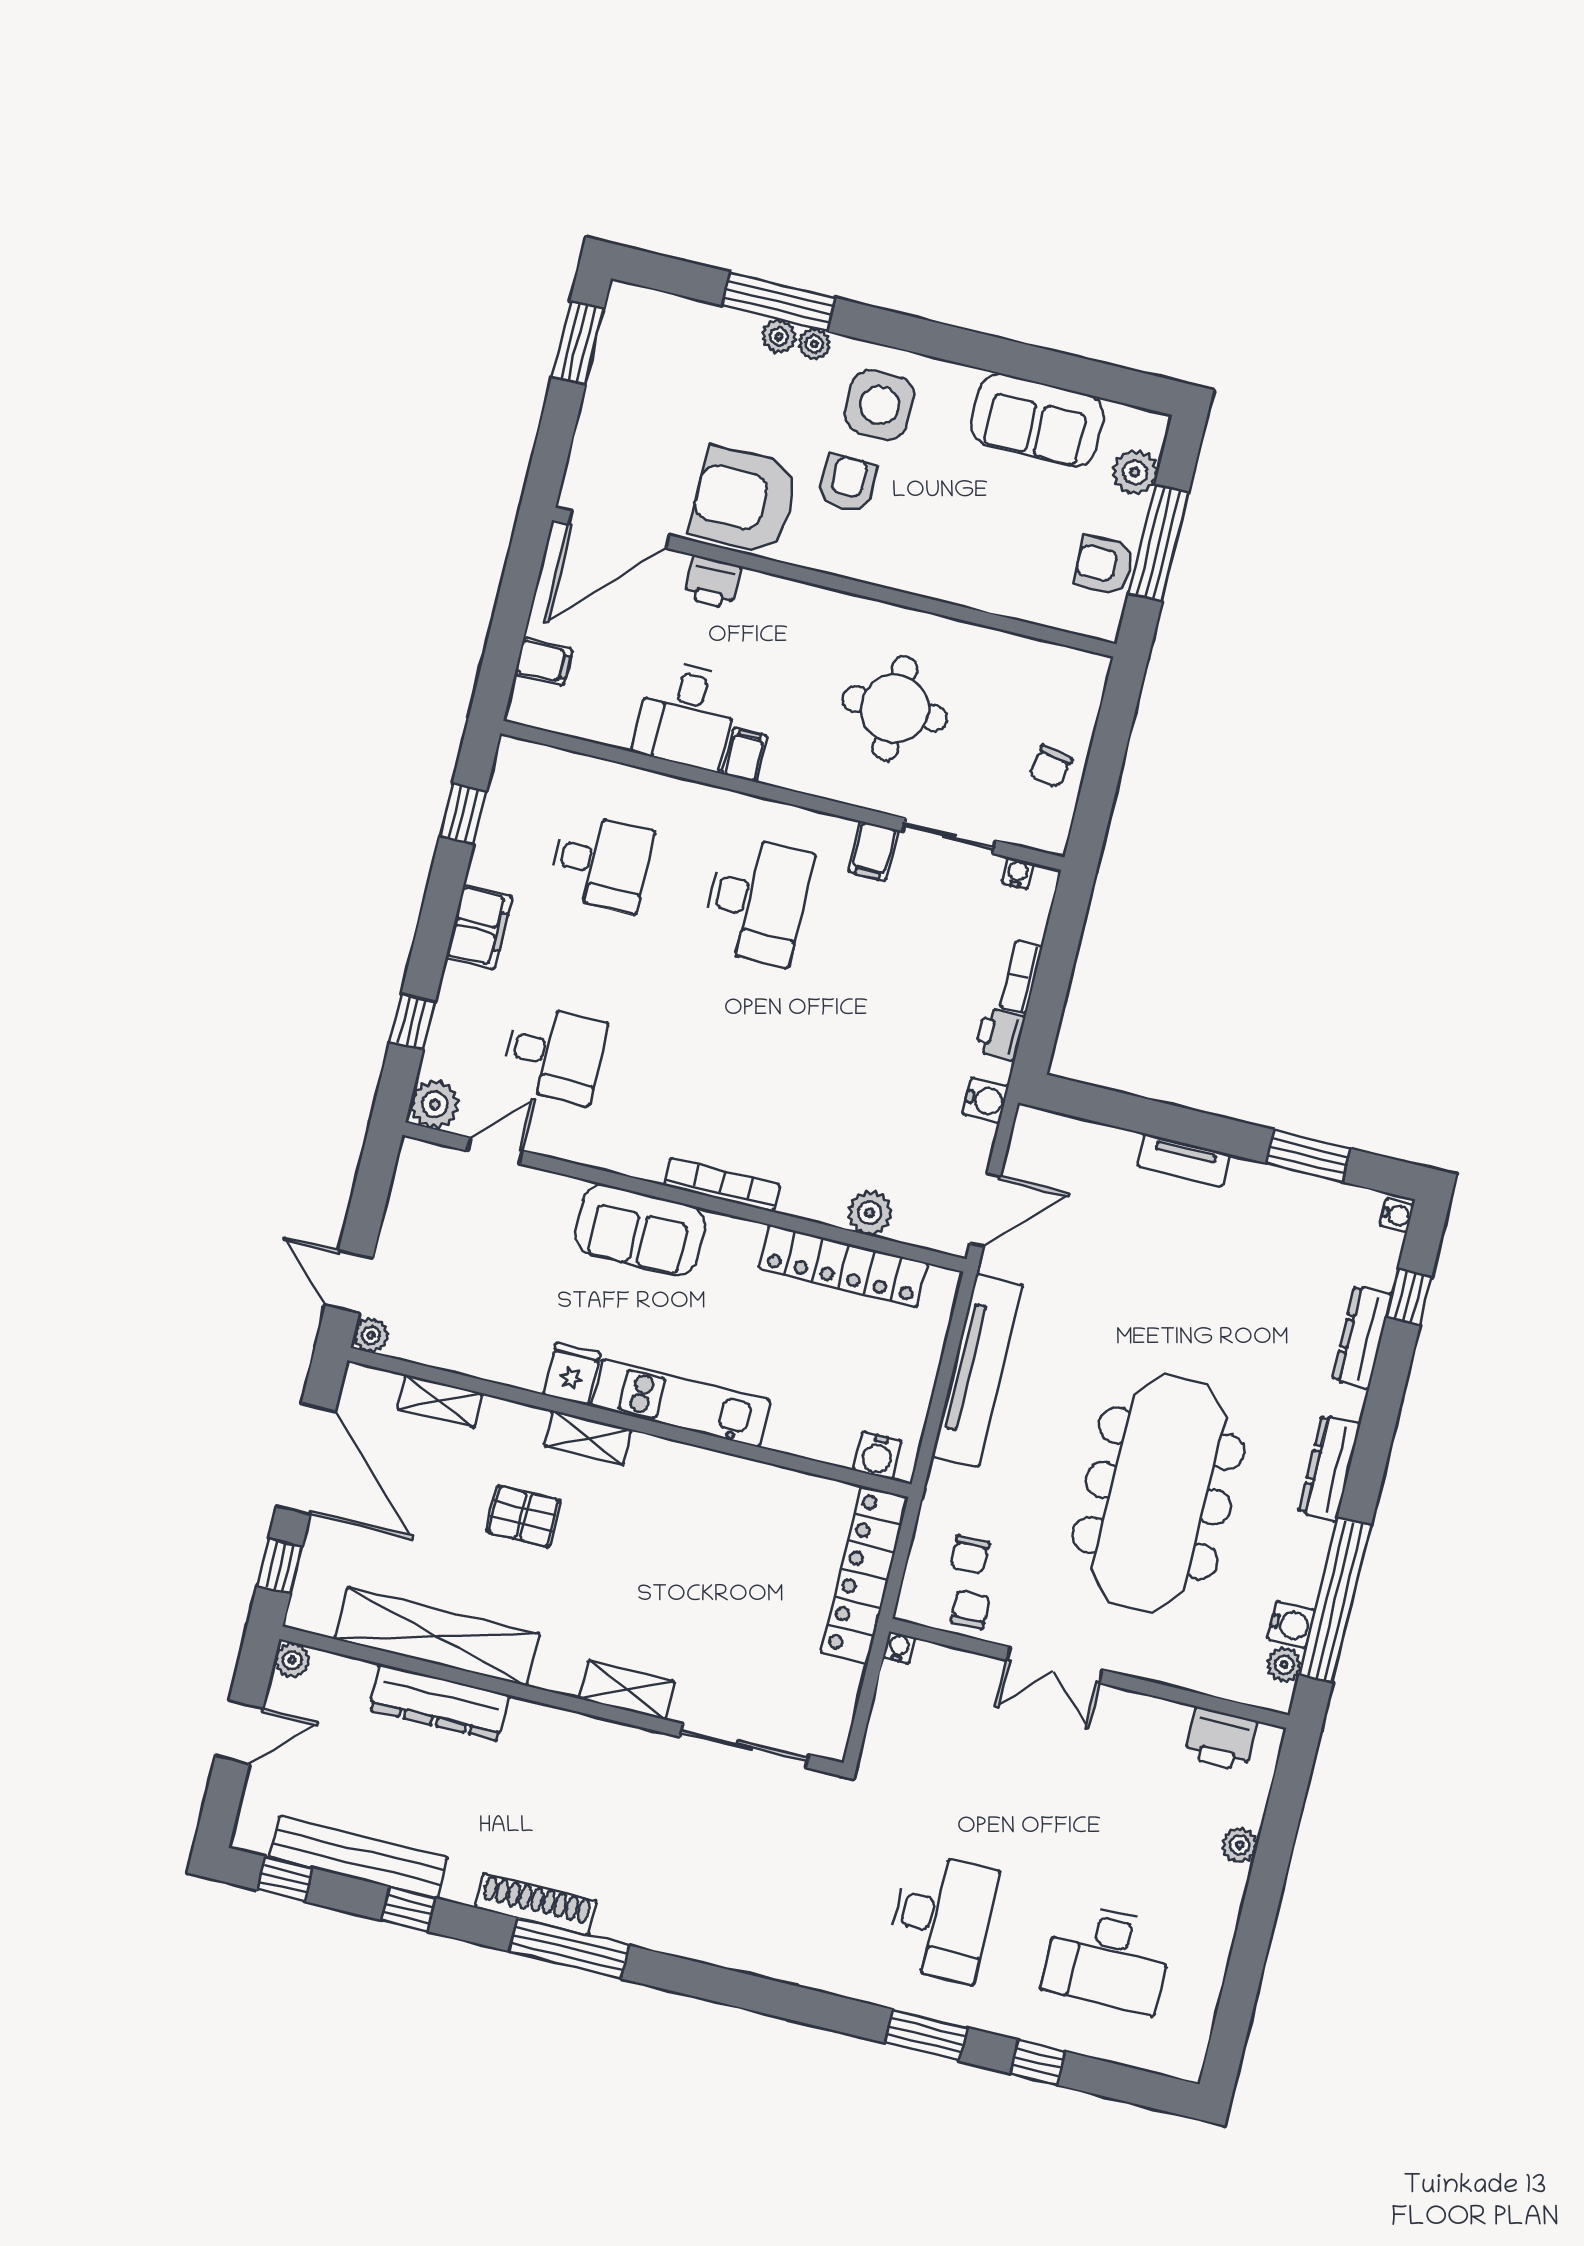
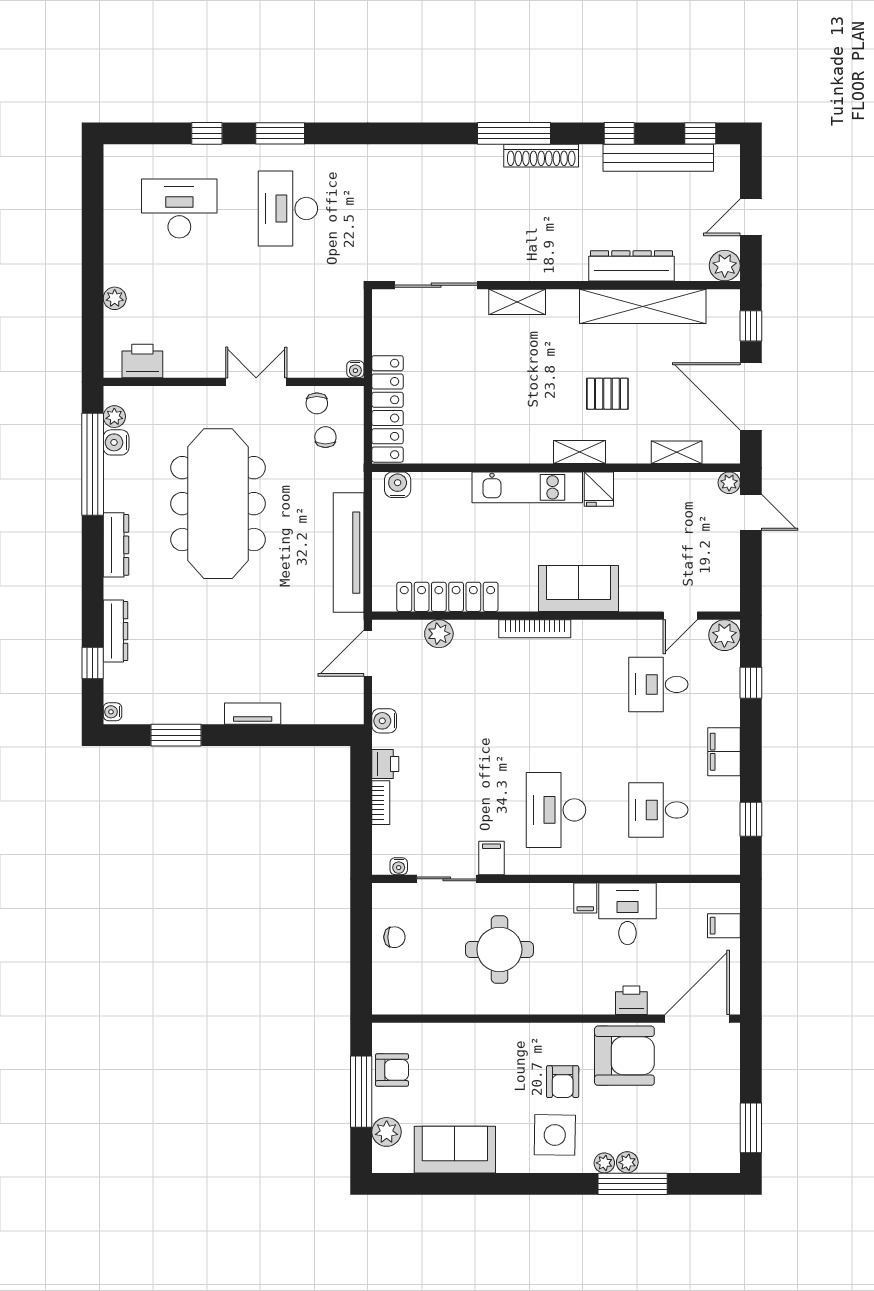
chair: (1050, 766) -> (394, 937), turned 78
plant: (292, 1660) -> (725, 266), width x1.38, depth x1.38

